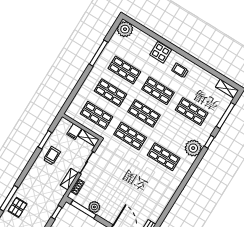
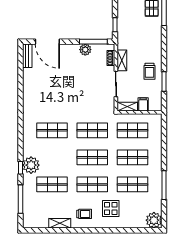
display table: (161, 52) -> (111, 208), moved
shelving: (227, 89) -> (60, 223), moved
plant: (193, 148) -> (31, 165), moved

